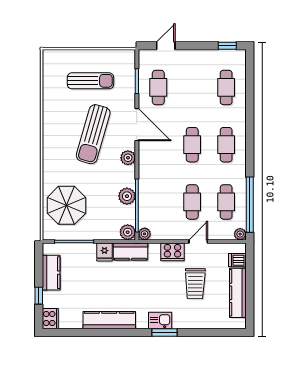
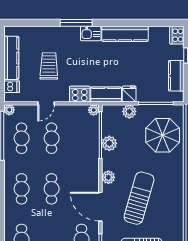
plant: (128, 232) -> (129, 111), moved
cooker: (172, 252) -> (80, 94), moved
kitchen sink: (160, 320) -> (91, 33), moved
window: (164, 332) -> (76, 23), width x1.44

